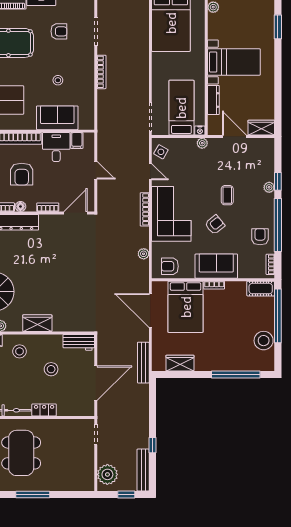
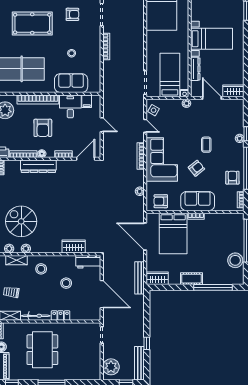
cot: (261, 289) -> (191, 279), moved
wardrobe: (37, 323) -> (74, 246), moved
wardrobe: (180, 363) -> (157, 278), moved
door: (96, 383) -> (102, 294), hinge flipped

